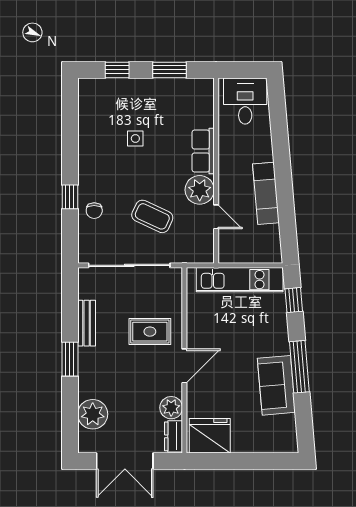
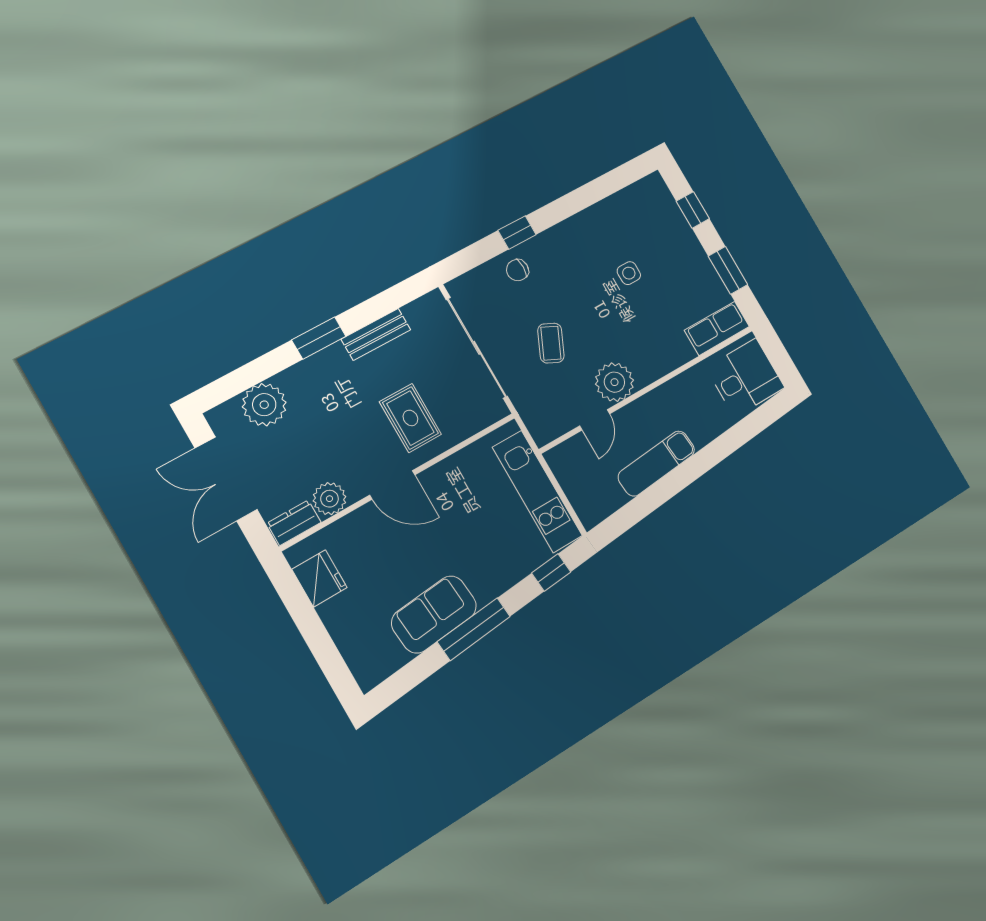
row of seats: (203, 151) -> (717, 328), moved
coffee table: (152, 216) -> (551, 343), width x0.73, depth x0.77
fridge: (210, 436) -> (319, 578), width x0.73, depth x0.75

